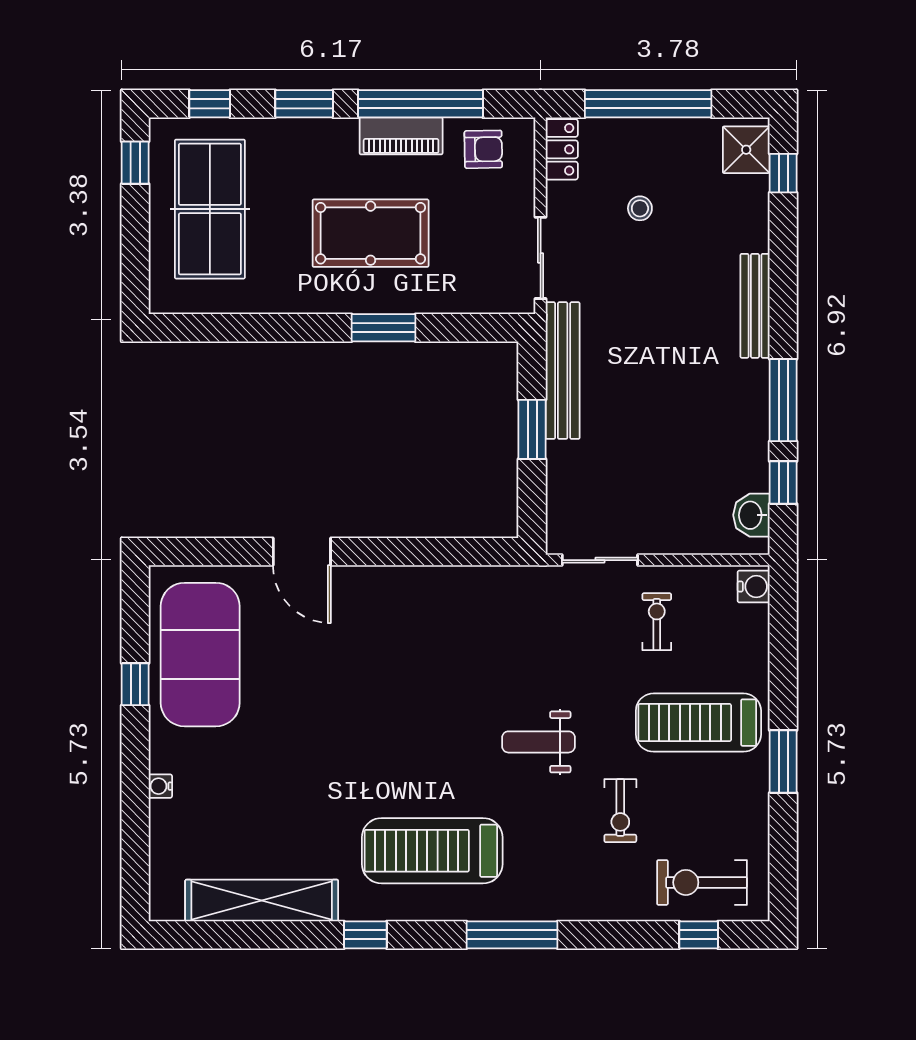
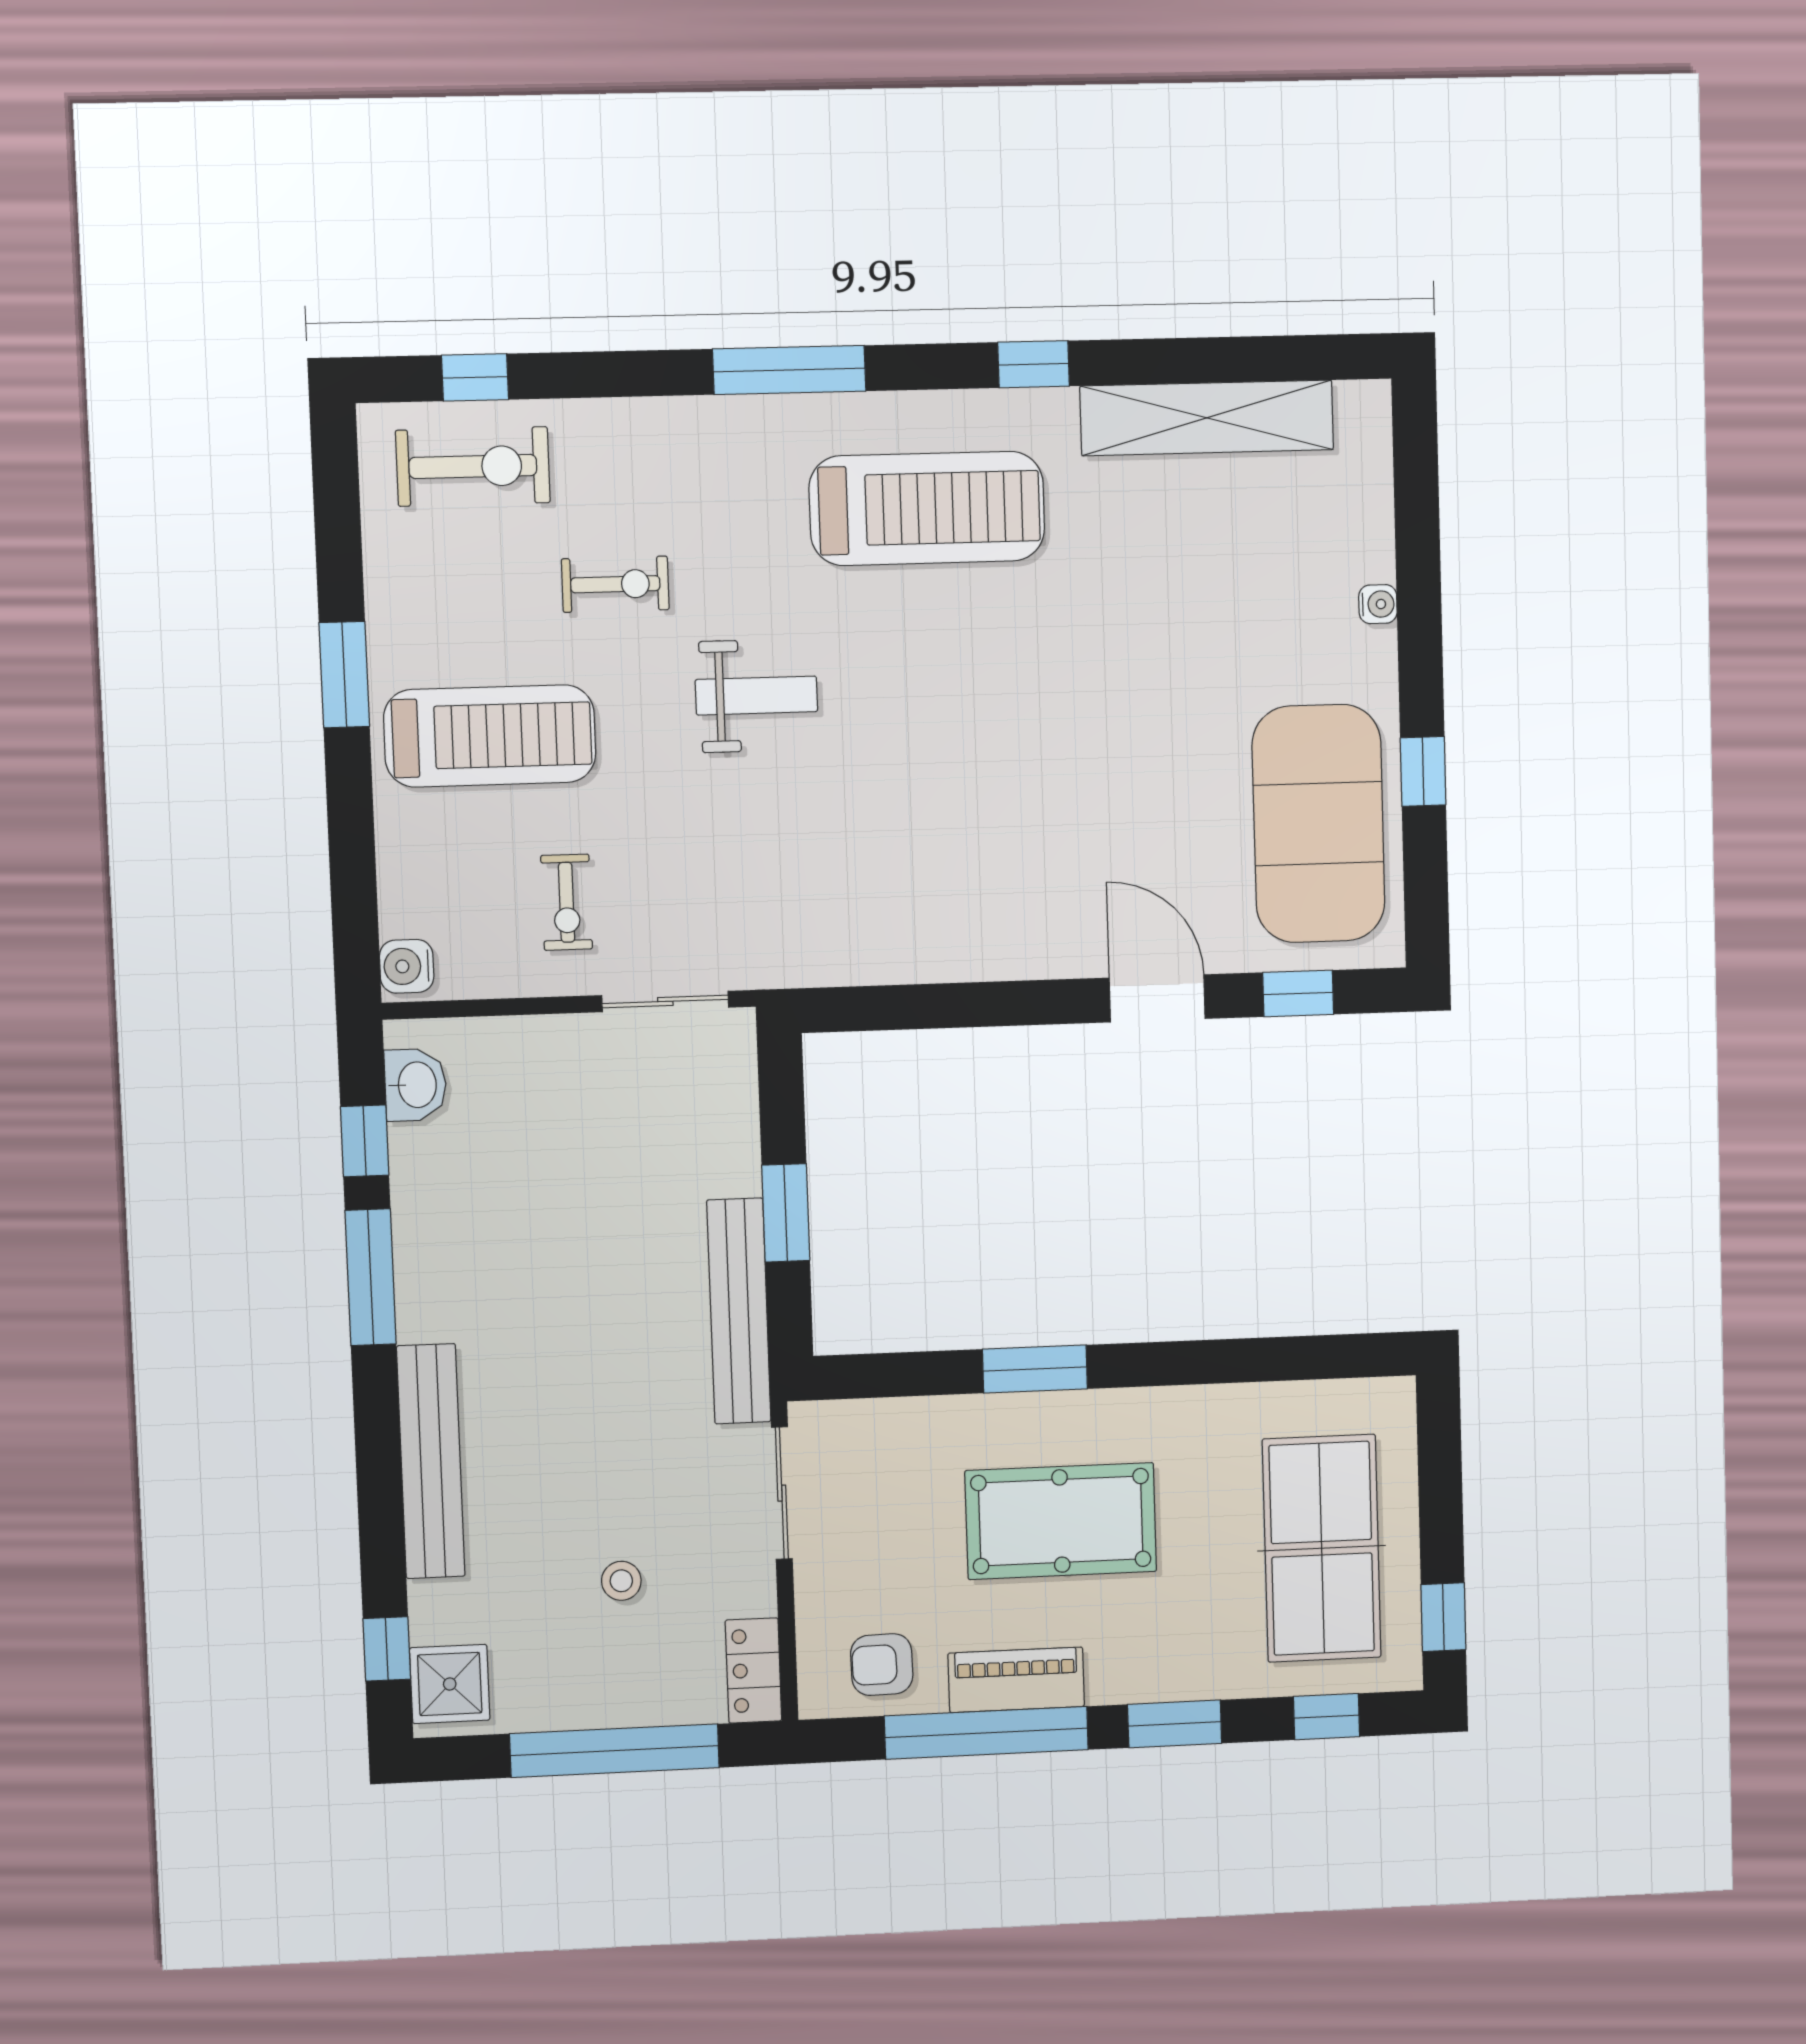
bench: (755, 306) -> (431, 1461), width x1.37, depth x1.21
window: (215, 552) -> (1298, 993), added
exercise bike: (620, 811) -> (615, 584), turned 90

